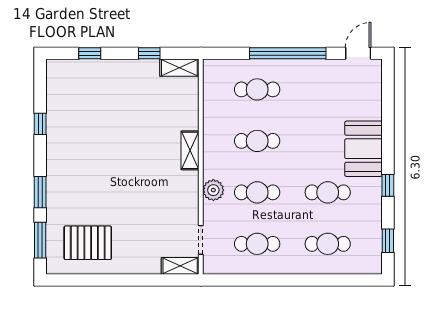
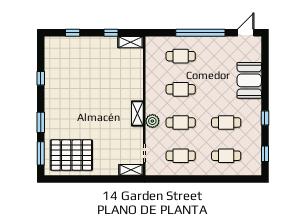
booth: (364, 149) -> (249, 80), moved
shelving: (190, 150) -> (137, 113), moved
pallet: (88, 243) -> (71, 155), width x1.37, depth x1.41

